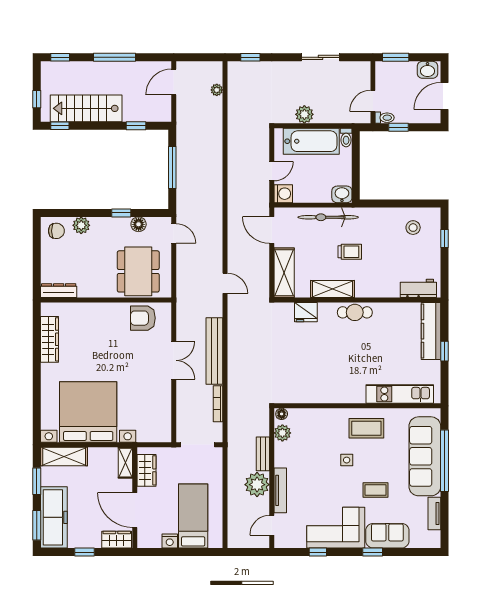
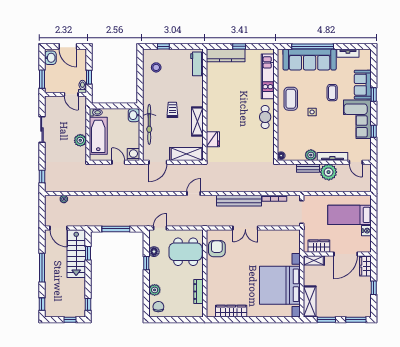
stairs: (86, 108) -> (76, 254), moved
dresser: (59, 291) -> (198, 291), moved
cafe table: (355, 312) -> (265, 117), moved
armchair: (143, 318) -> (217, 249), turned 180
double door: (174, 360) -> (245, 228), swing flipped
plant: (282, 433) -> (311, 155), moved
freezer: (54, 517) -> (351, 308), removed

